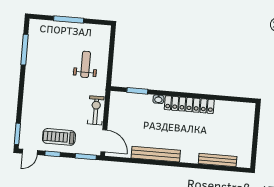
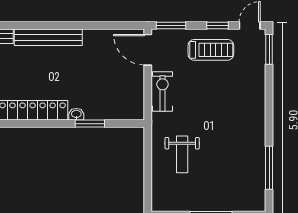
window: (137, 91) -> (90, 124), moved
exercise bike: (96, 110) -> (162, 91), turned 180
bench: (156, 154) -> (48, 37), moved

